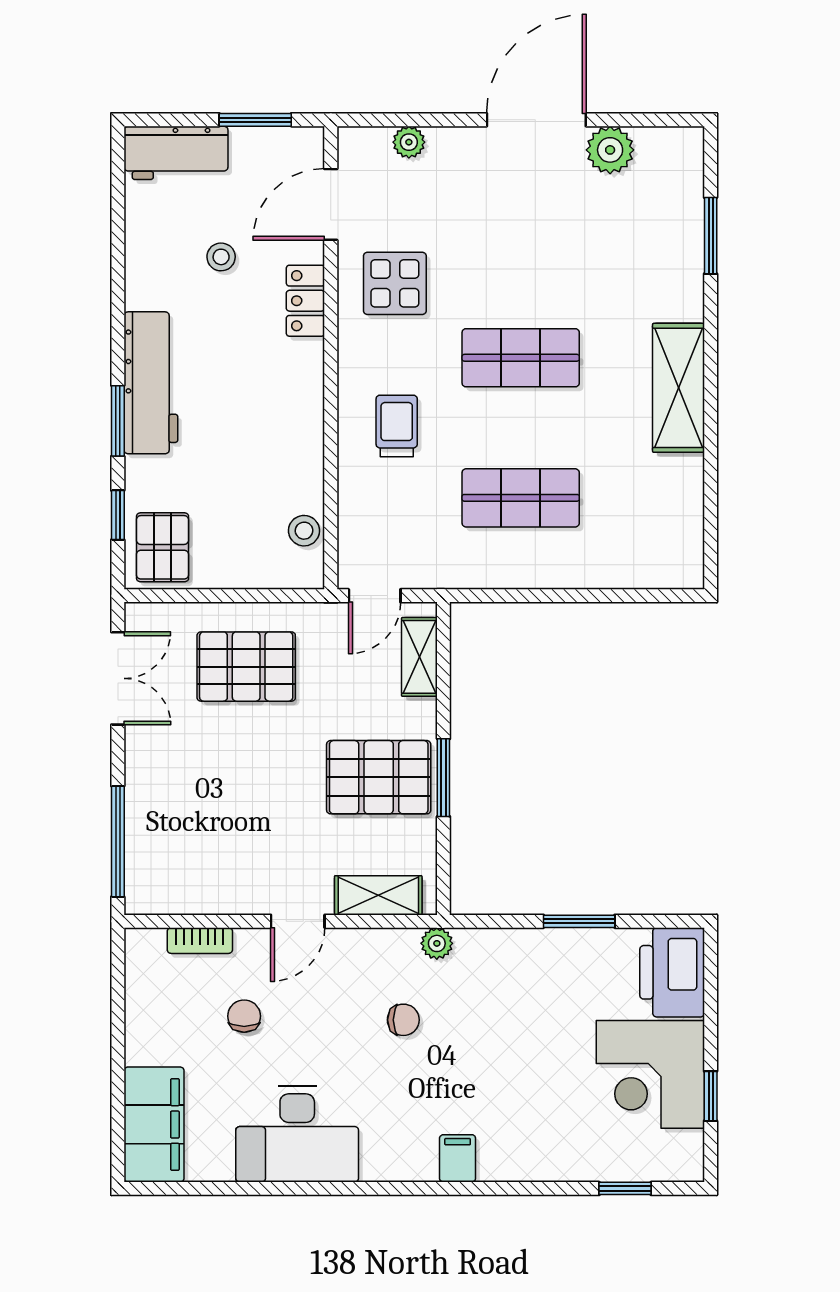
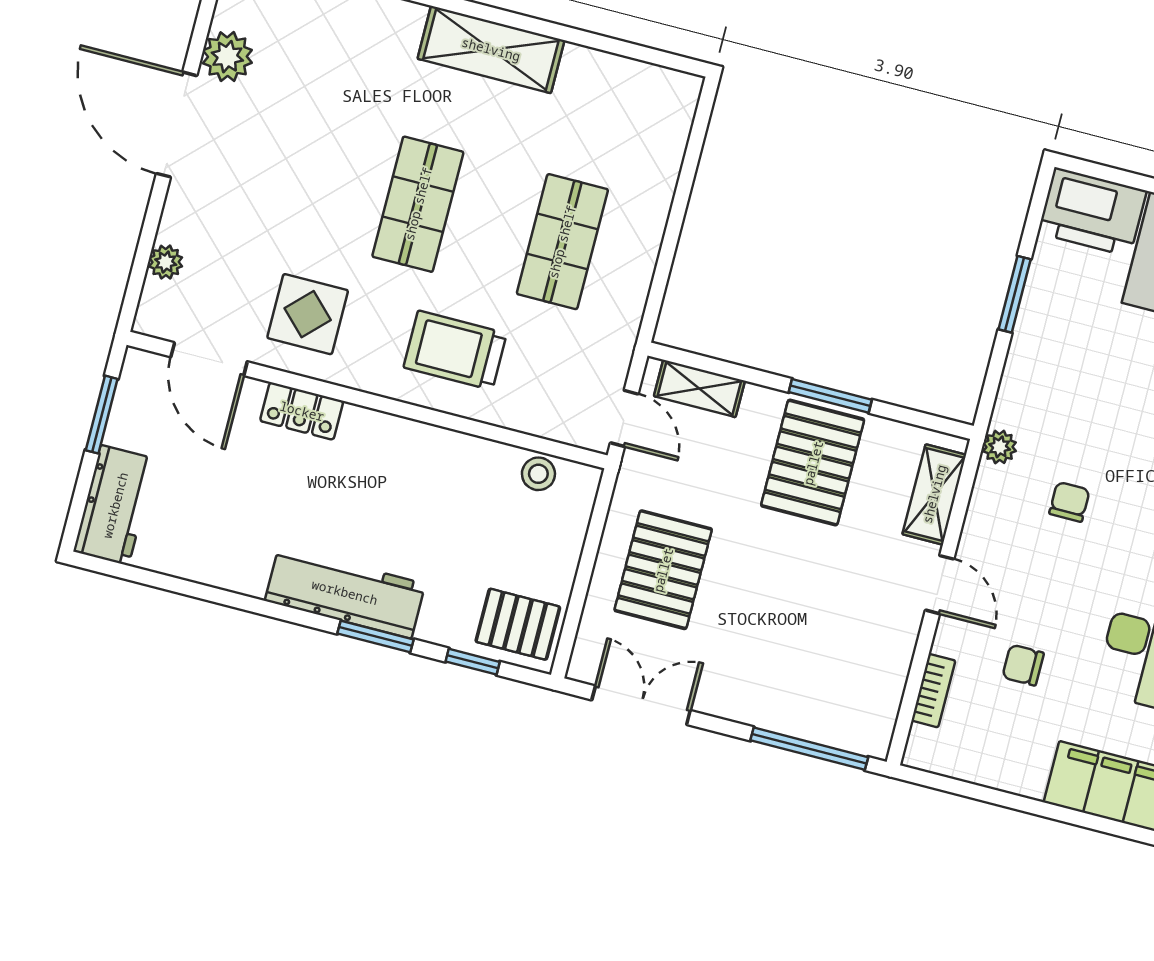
stool: (221, 257) -> (234, 486), removed
trolley: (397, 426) -> (455, 350), width x1.36, depth x1.39

